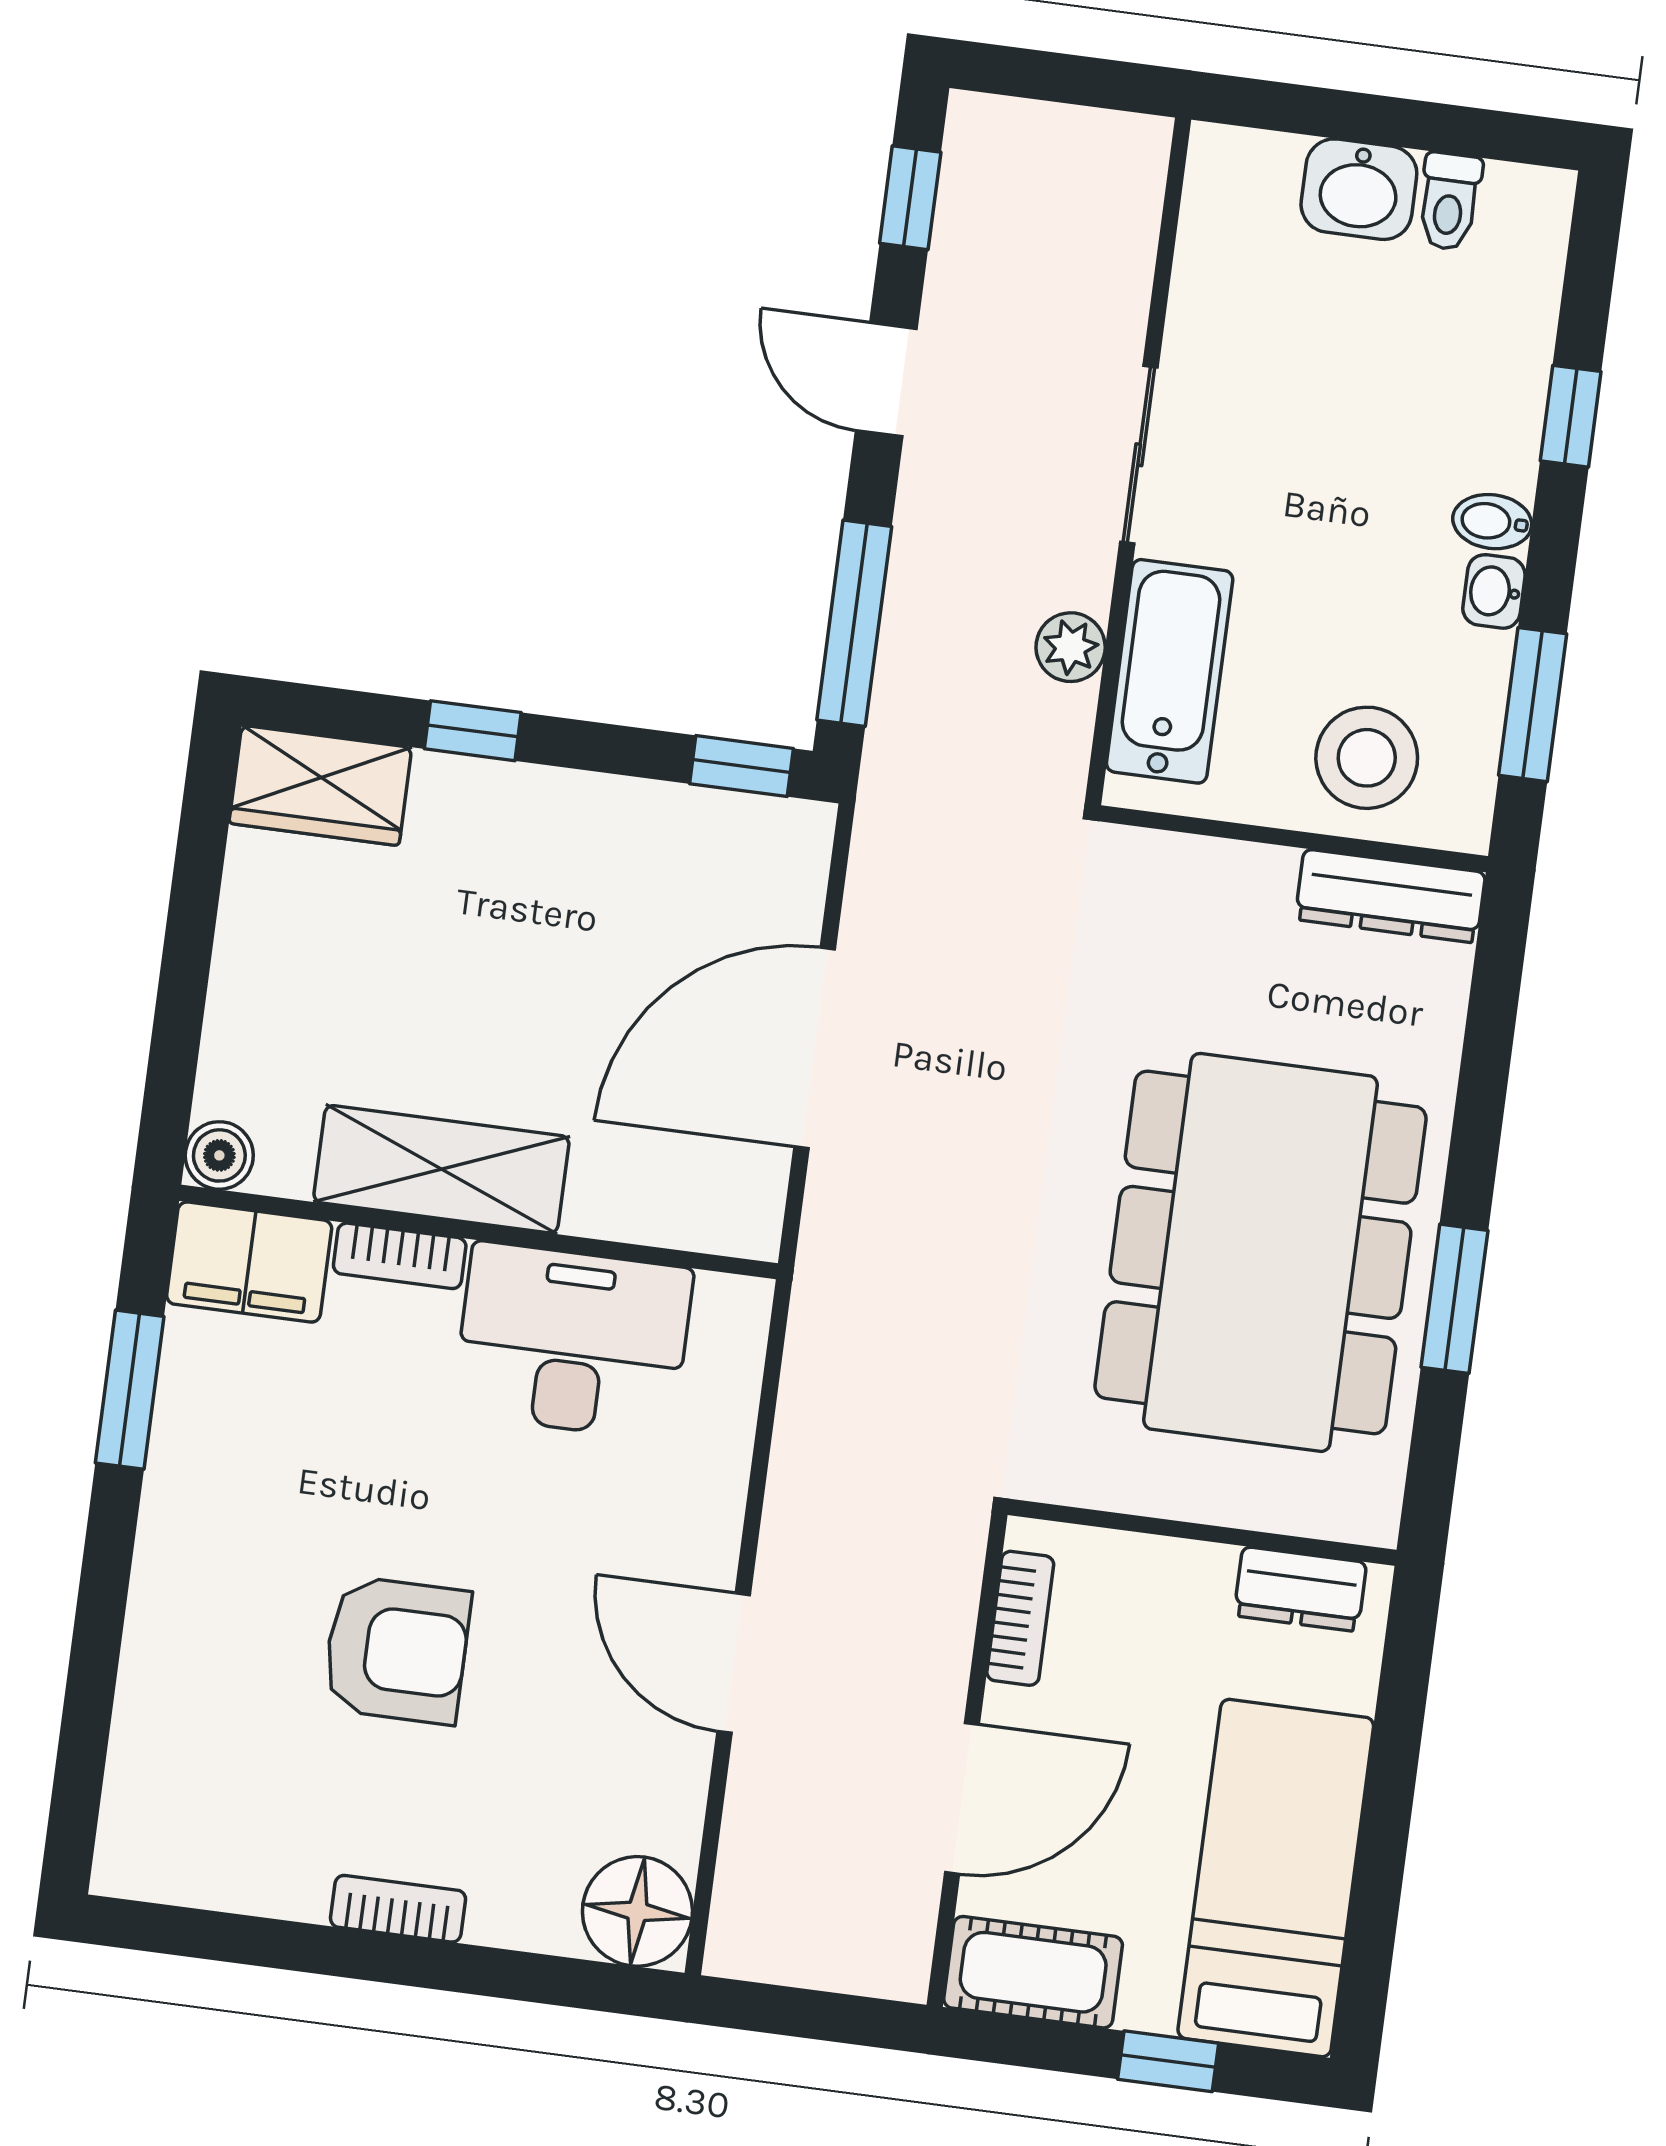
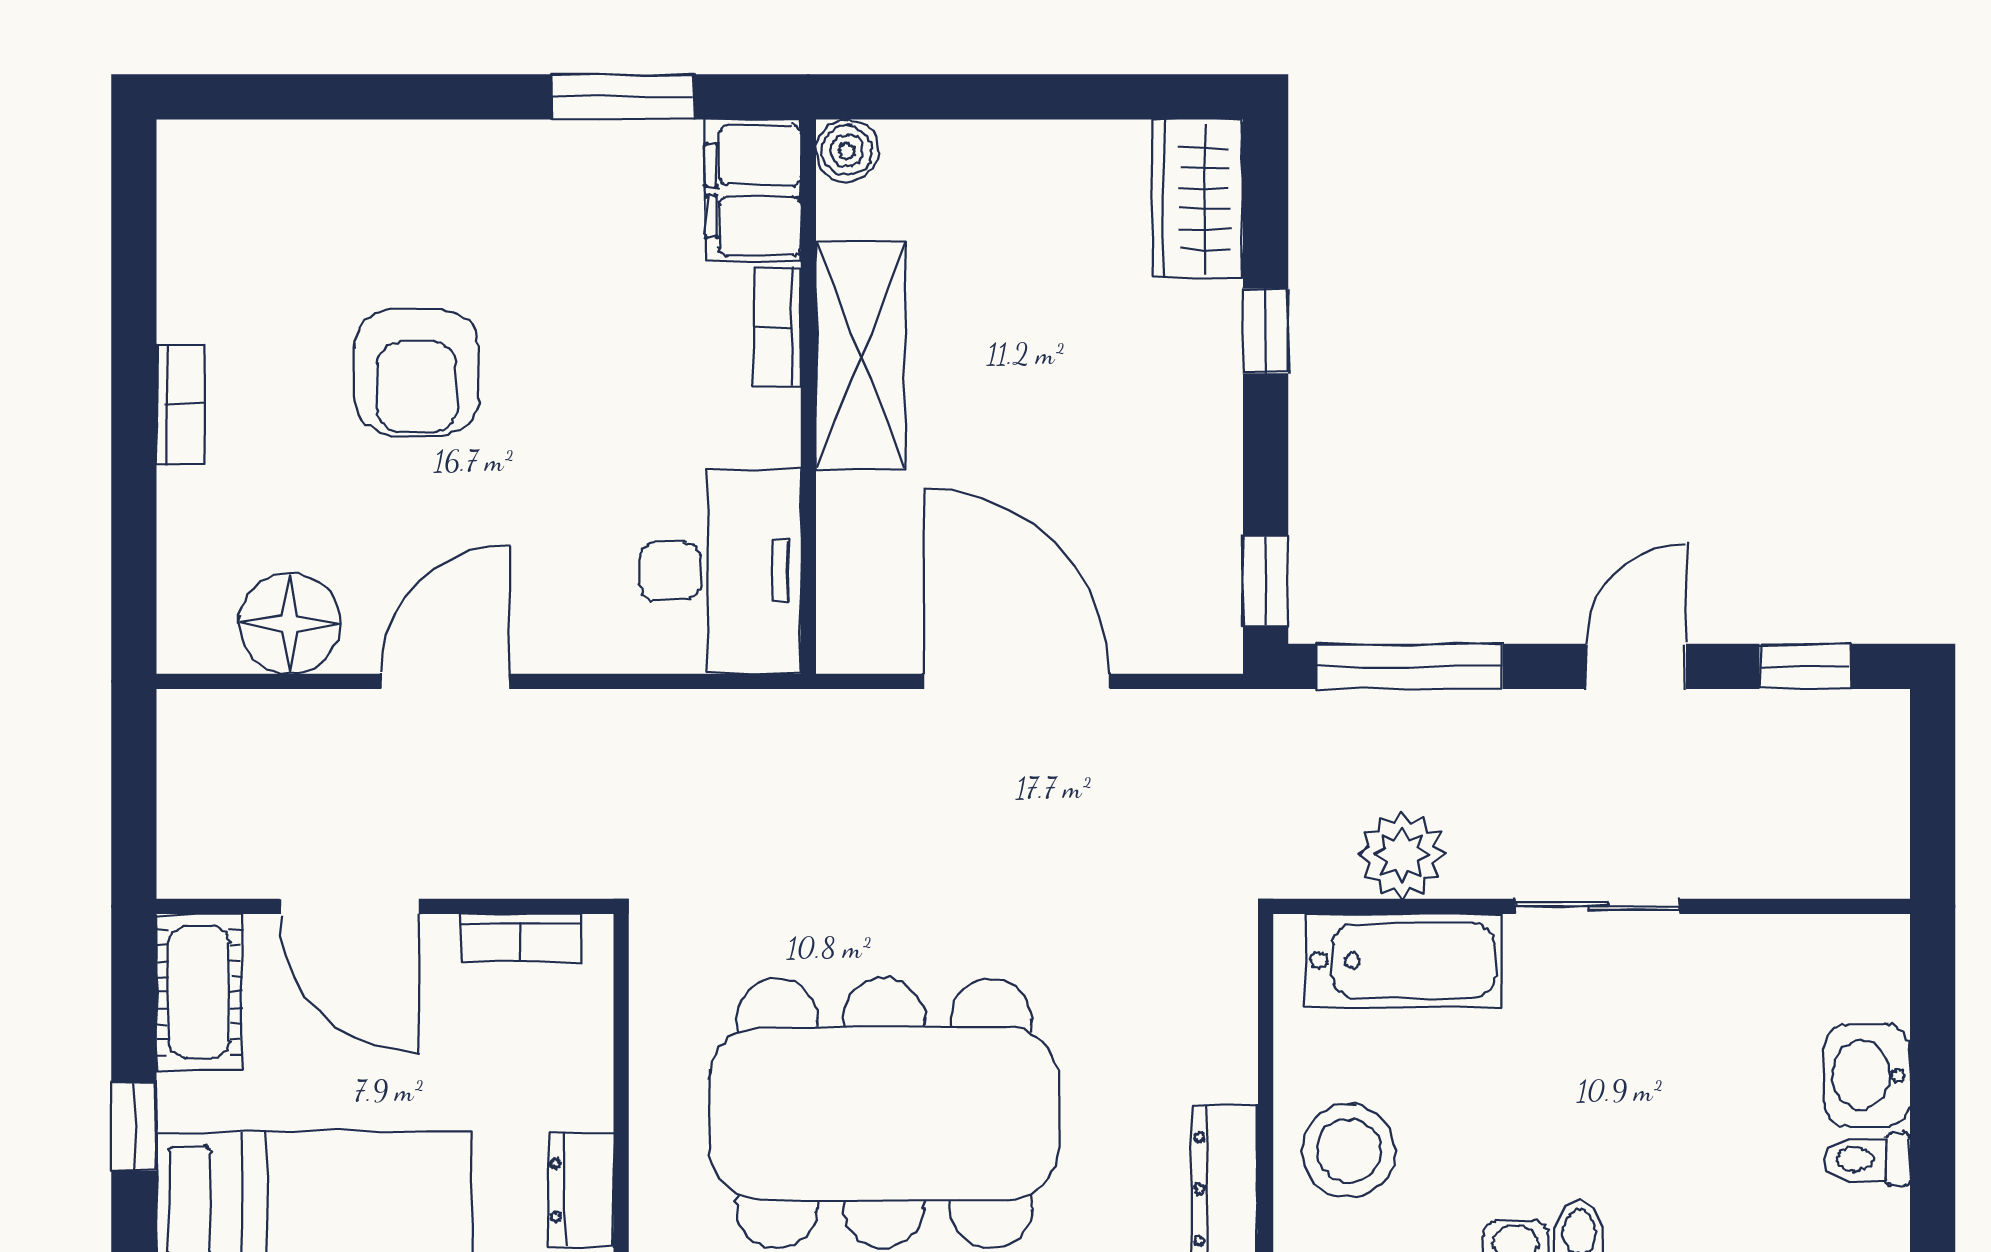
plant: (1071, 647) -> (1402, 855), width x1.38, depth x1.38
desk: (573, 1341) -> (720, 571), moved
floor lamp: (637, 1911) -> (289, 623), moved

